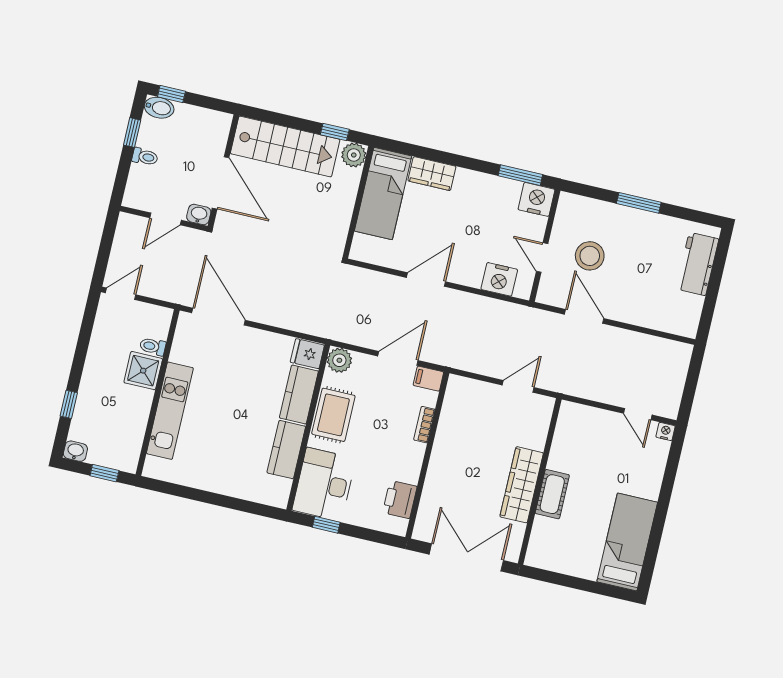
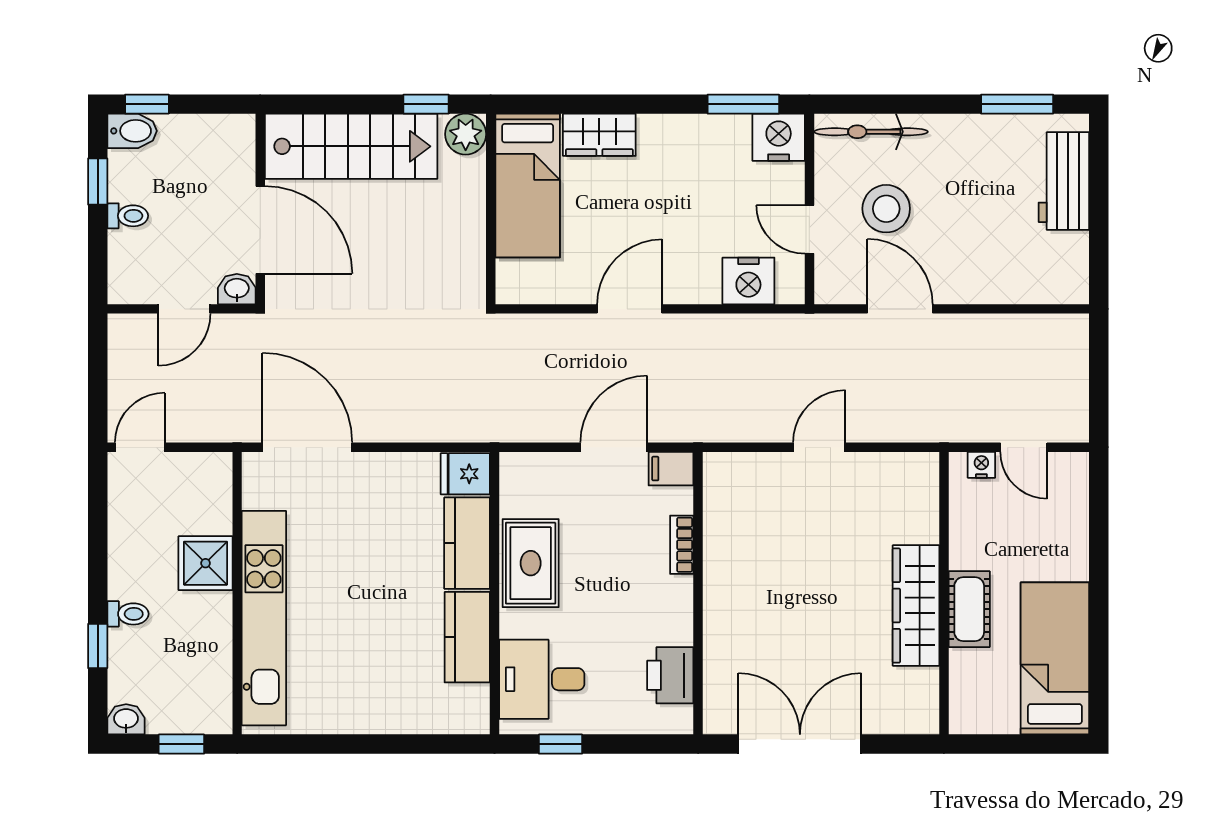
window: (639, 203) -> (1017, 104), moved
bicycle: (591, 209) -> (871, 132), added
toilet: (153, 346) -> (128, 614), moved, turned 180
plant: (339, 360) -> (520, 472), removed
kitchen unit: (170, 411) -> (264, 618), width x1.36
nightstand: (666, 431) -> (981, 465), moved
wall: (540, 481) -> (944, 593), moved
desk: (324, 484) -> (542, 679), width x0.73
wardrobe: (522, 485) -> (916, 606), moved
cot: (552, 494) -> (969, 609), moved

